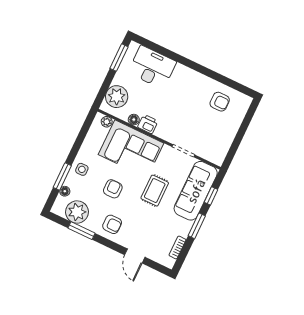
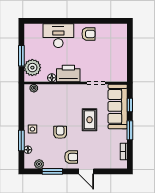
window: (119, 58) -> (21, 56), moved
desk: (152, 67) -> (58, 36), moved
armchair: (220, 102) -> (89, 34), moved
printer: (148, 124) -> (68, 74), width x1.87, depth x1.48
corner sofa: (131, 149) -> (60, 99), removed
plant: (77, 212) -> (39, 164), width x0.53, depth x0.53
door: (135, 256) -> (86, 171), moved

